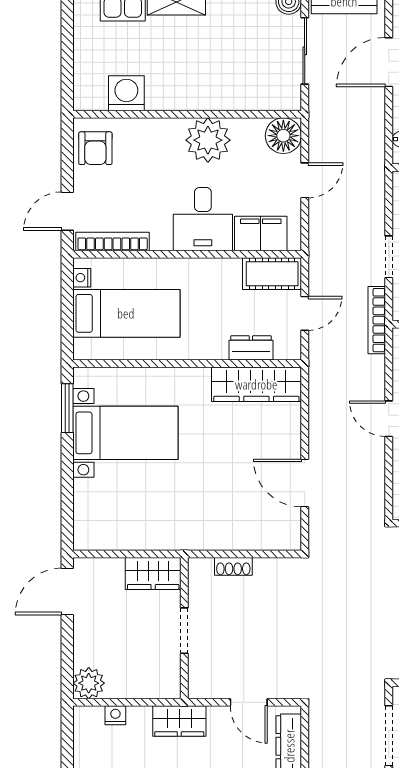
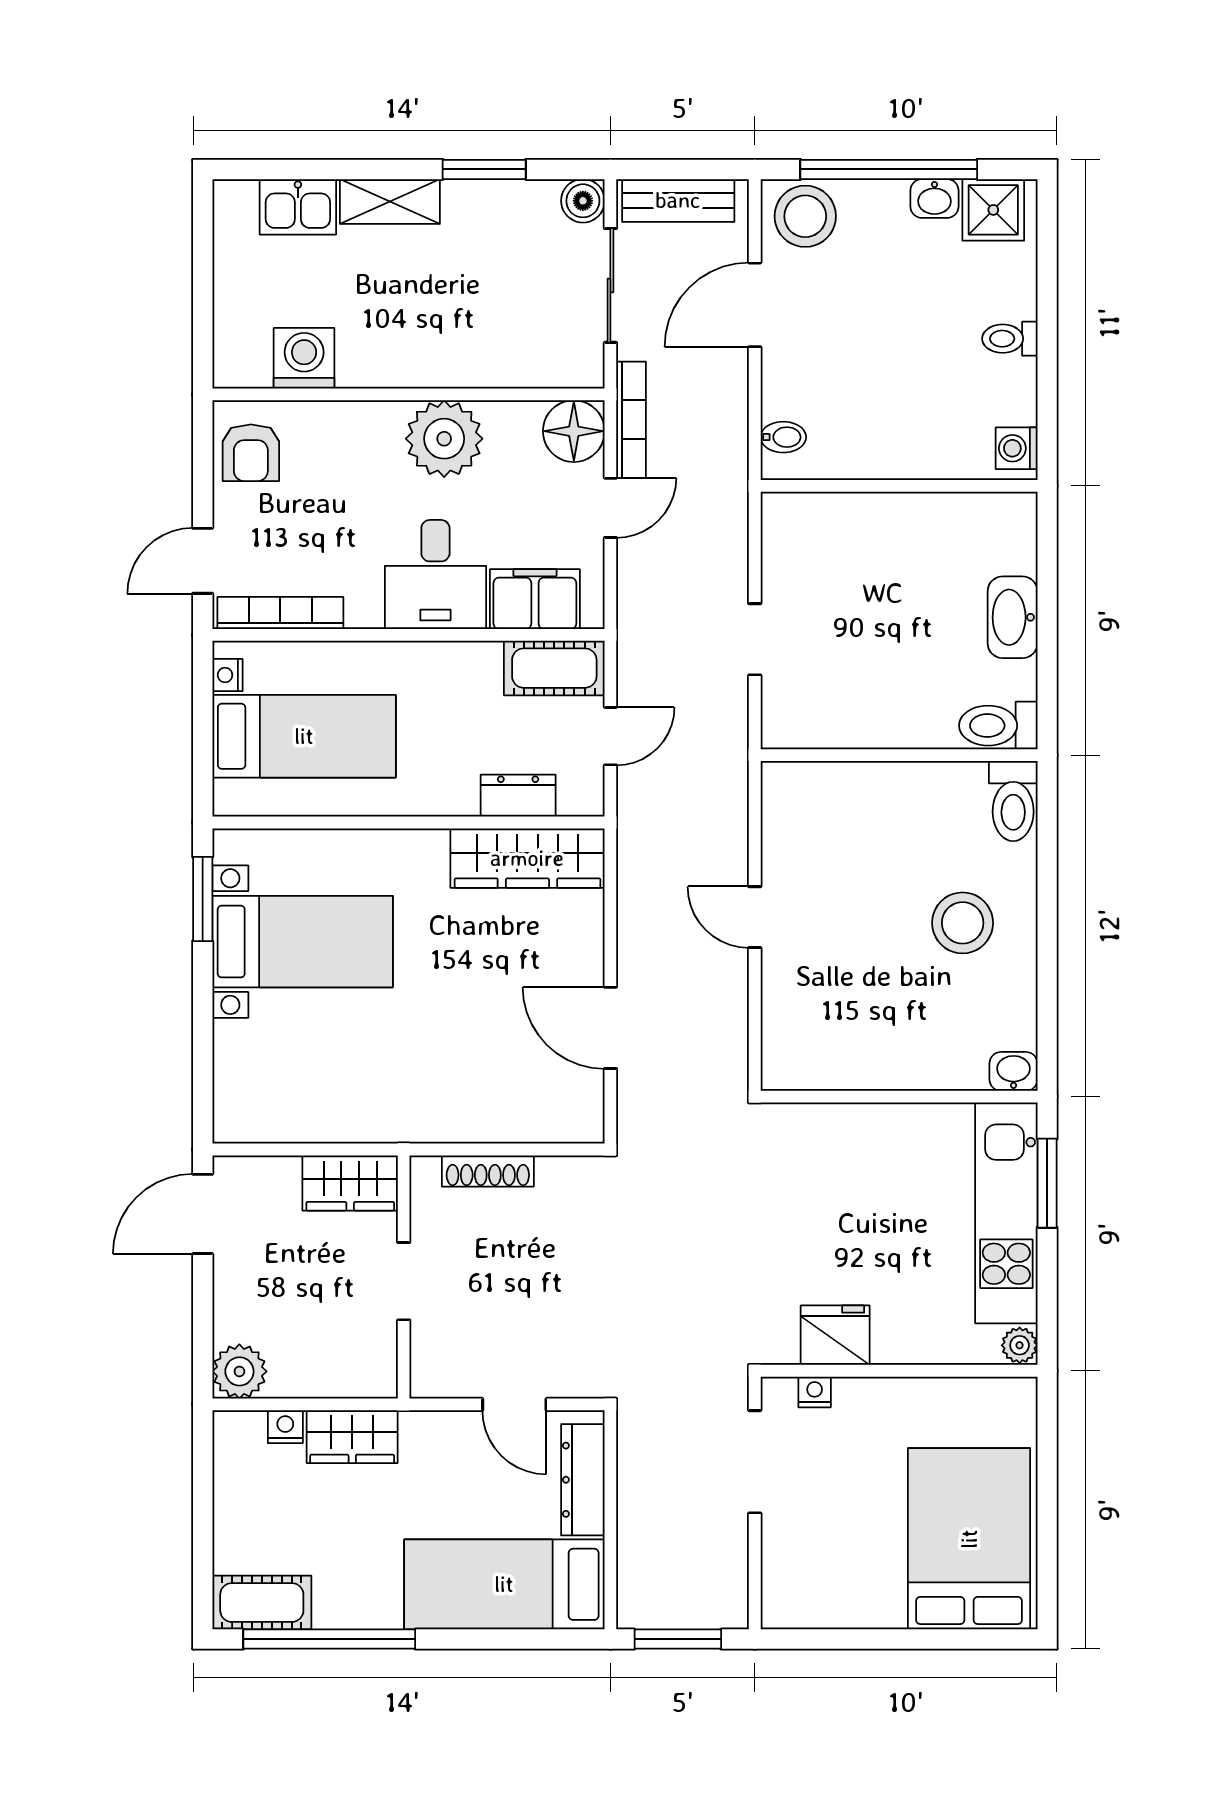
bookcase: (377, 320) -> (631, 420), moved, turned 180
shoe rack: (233, 566) -> (488, 1171), width x1.43
wardrobe: (179, 721) -> (352, 1437), moved

